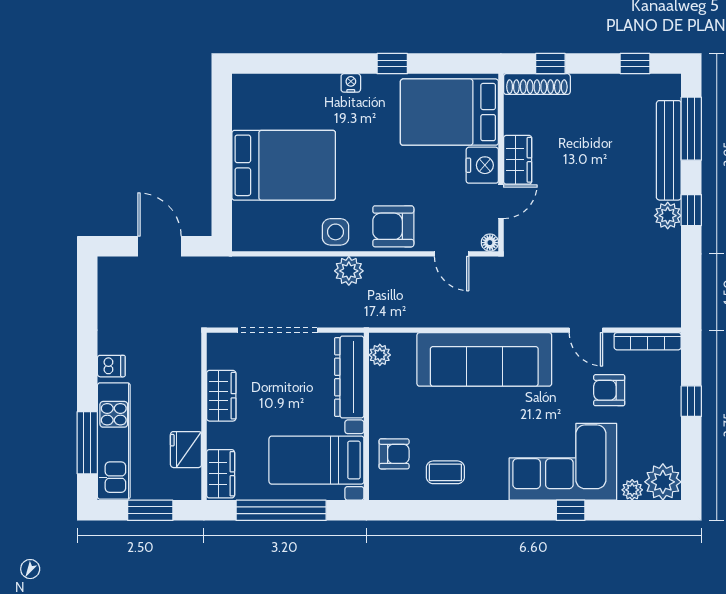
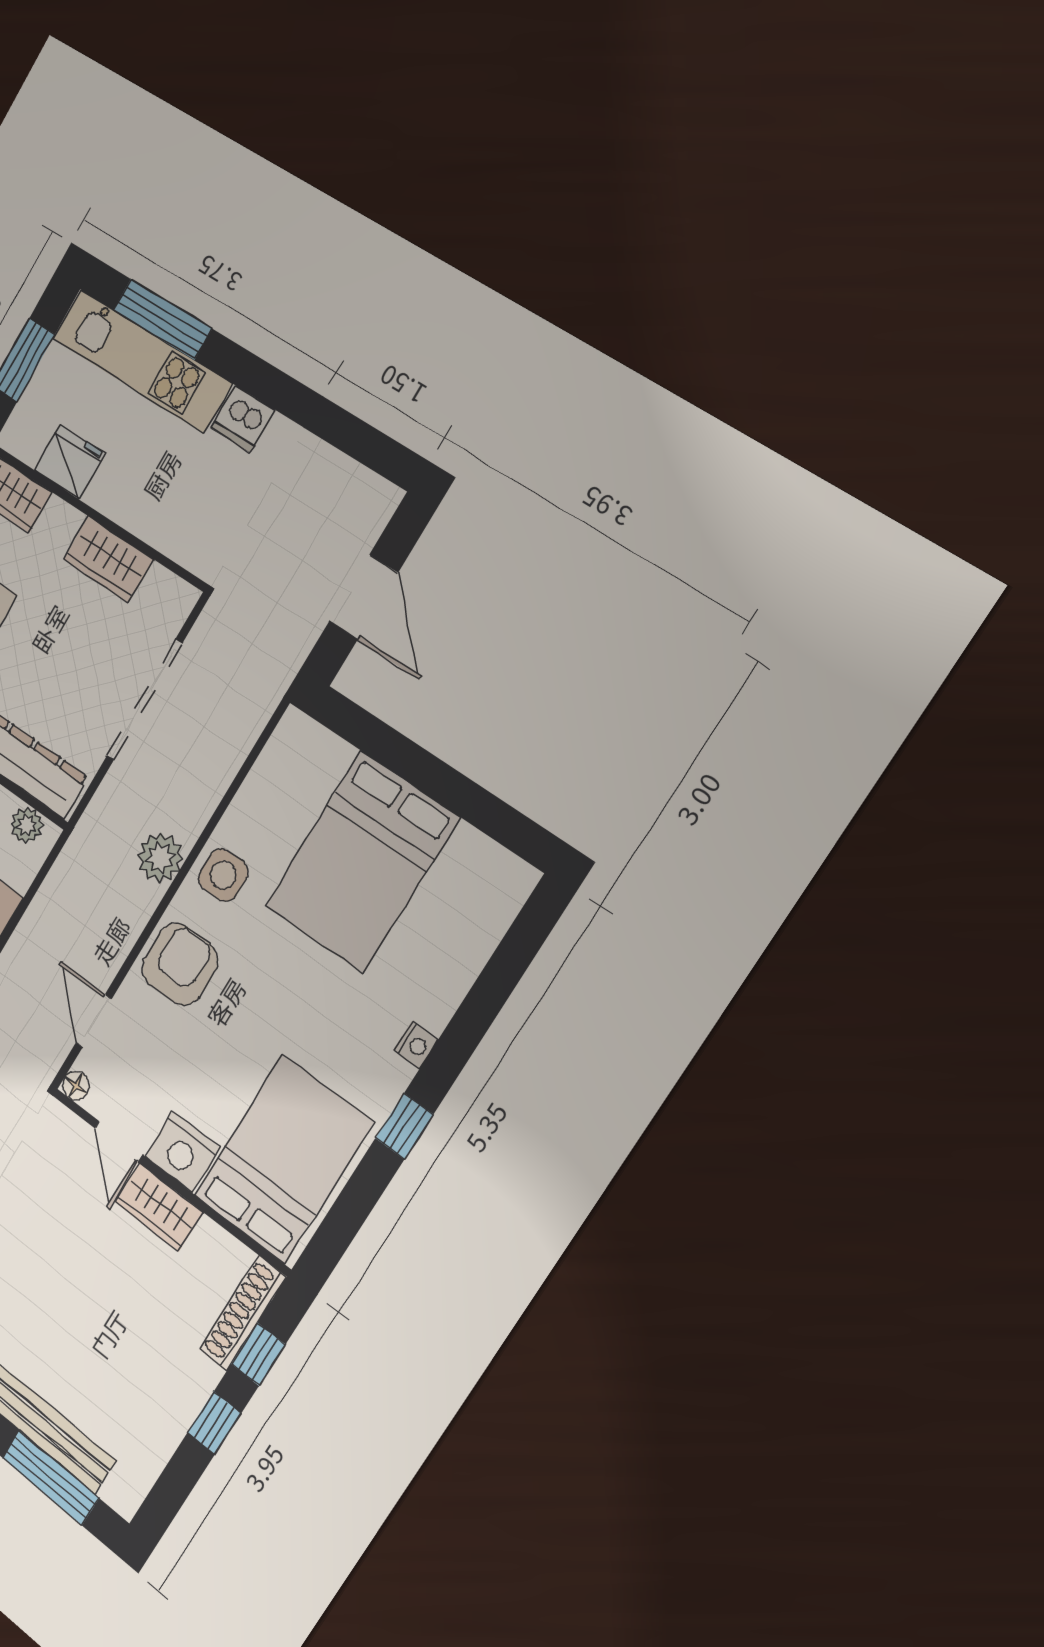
window: (635, 64) -> (214, 1423), moved
door: (159, 246) -> (363, 597), hinge flipped
door: (452, 254) -> (94, 1021), hinge flipped
dishwasher: (111, 366) -> (243, 419), width x1.38

